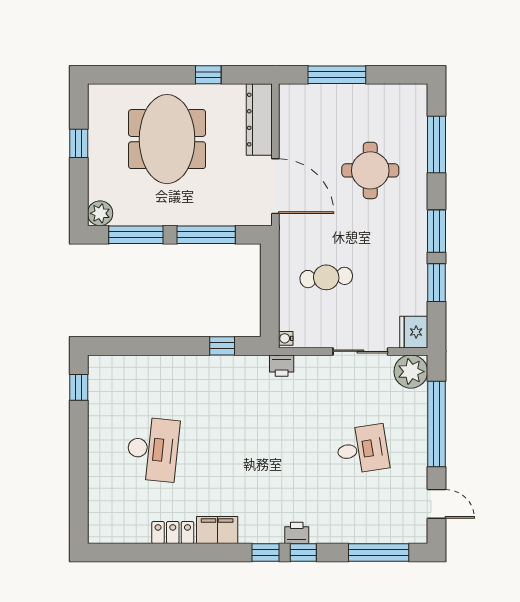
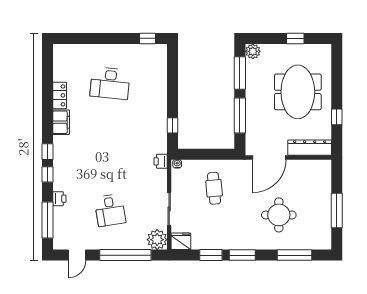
window: (337, 75) -> (337, 210), moved
meeting table: (167, 139) -> (298, 92), turned 90
printer: (297, 533) -> (59, 199), moved

